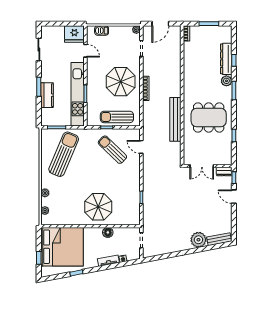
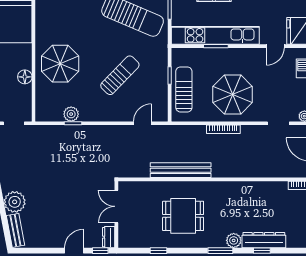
dining table: (209, 118) -> (183, 216), width x0.73
sun lounger: (112, 150) -> (120, 75), moved
plant: (135, 199) -> (71, 114), added

